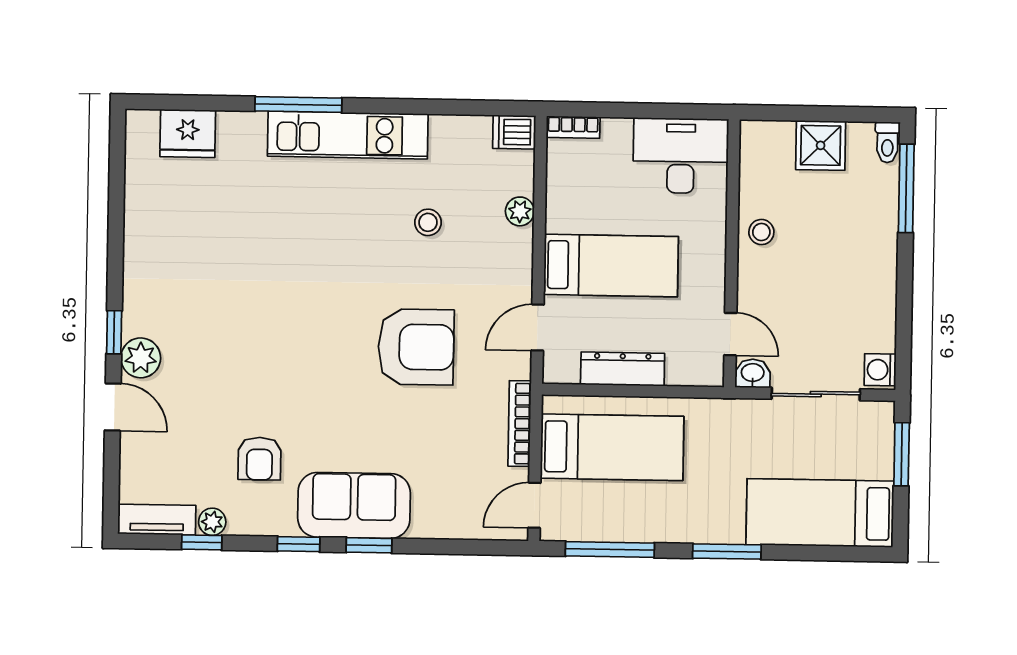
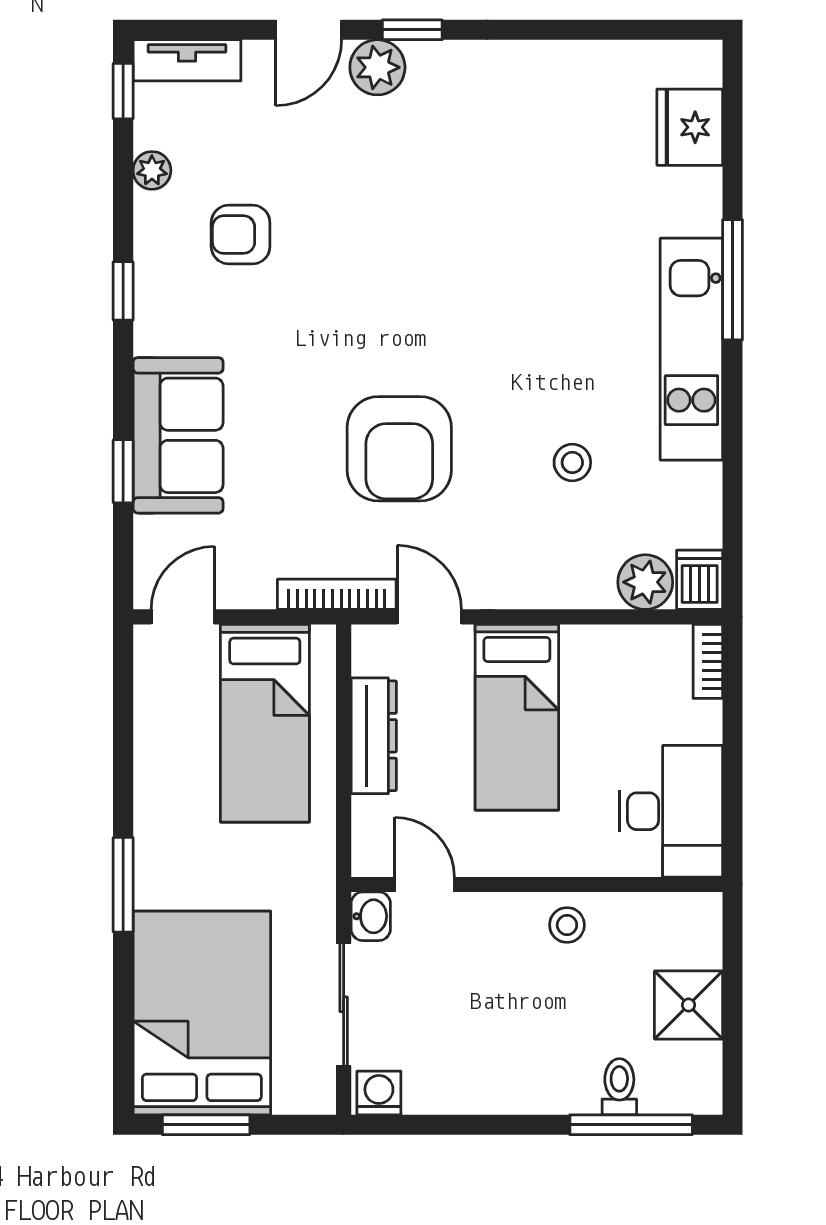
toilet: (887, 142) -> (619, 1087), moved, turned 90
plant: (520, 211) -> (645, 582), moved, width x1.38, depth x1.38
door: (730, 334) -> (425, 884), swing flipped
bookcase: (520, 424) -> (337, 594), moved
window: (902, 454) -> (206, 1125), moved
sofa: (354, 505) -> (178, 435), moved
door: (534, 505) -> (183, 617), hinge flipped
bed: (820, 513) -> (202, 1013), width x1.50
tv unit: (157, 520) -> (187, 60), moved, turned 90
window: (202, 542) -> (123, 91), moved
window: (369, 545) -> (123, 471), moved
window: (610, 549) -> (123, 723), removed

